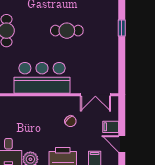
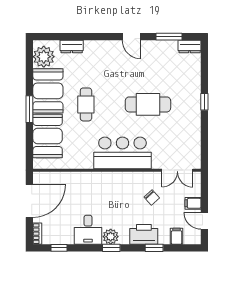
cafe table: (67, 31) -> (148, 104), width x1.37, depth x1.35

